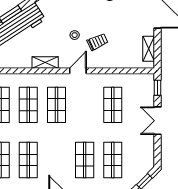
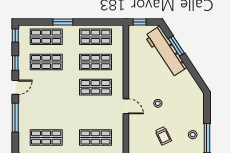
trolley: (97, 42) -> (163, 136), moved
shelving: (45, 62) -> (133, 77), removed
shop shelf: (85, 160) -> (46, 112), removed

